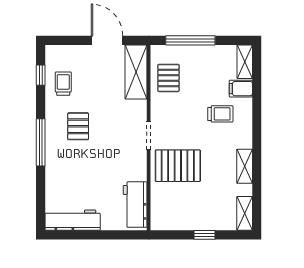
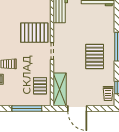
trolley: (63, 84) -> (108, 93), moved
pallet: (78, 126) -> (95, 56), width x1.50, depth x1.42

